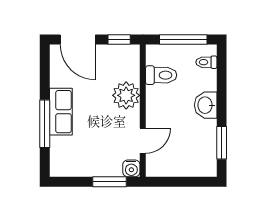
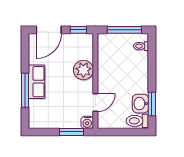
door: (78, 40) -> (49, 30), hinge flipped
toilet: (161, 75) -> (137, 121), moved, turned 180
washbasin: (206, 105) -> (140, 104), moved

